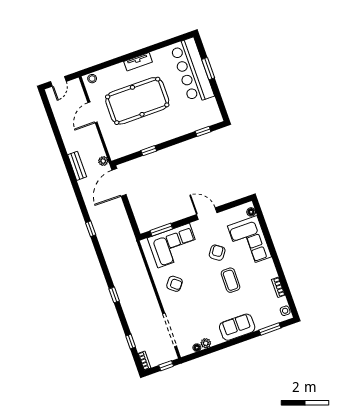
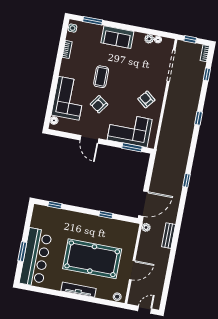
tv unit: (138, 62) -> (79, 290), width x1.41

